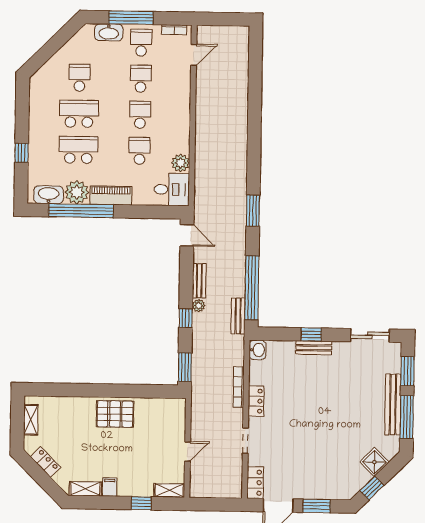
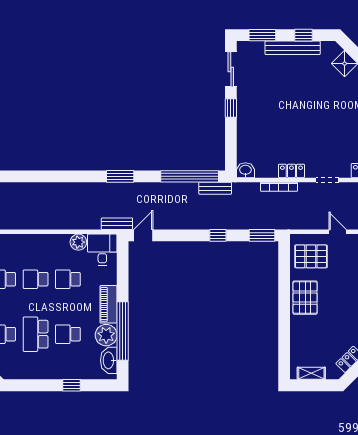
school desk: (78, 150) -> (68, 334), width x0.54
bench: (199, 281) -> (117, 224), moved
plant: (199, 306) -> (206, 224), removed
window: (311, 334) -> (231, 108), moved
bench: (314, 348) -> (243, 120), removed
window: (407, 417) -> (304, 35), width x0.46
pallet: (161, 421) -> (311, 256), added

